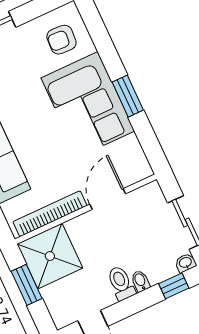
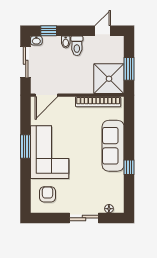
armchair: (61, 40) -> (48, 194), turned -93
door: (108, 199) -> (46, 95), moved

